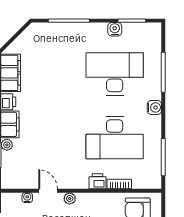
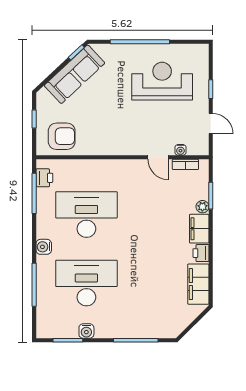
desk: (115, 74) -> (86, 283), turned 180
printer: (97, 181) -> (44, 178), moved, turned -90
bookcase: (119, 184) -> (185, 164), moved
plant: (70, 198) -> (135, 149), removed

